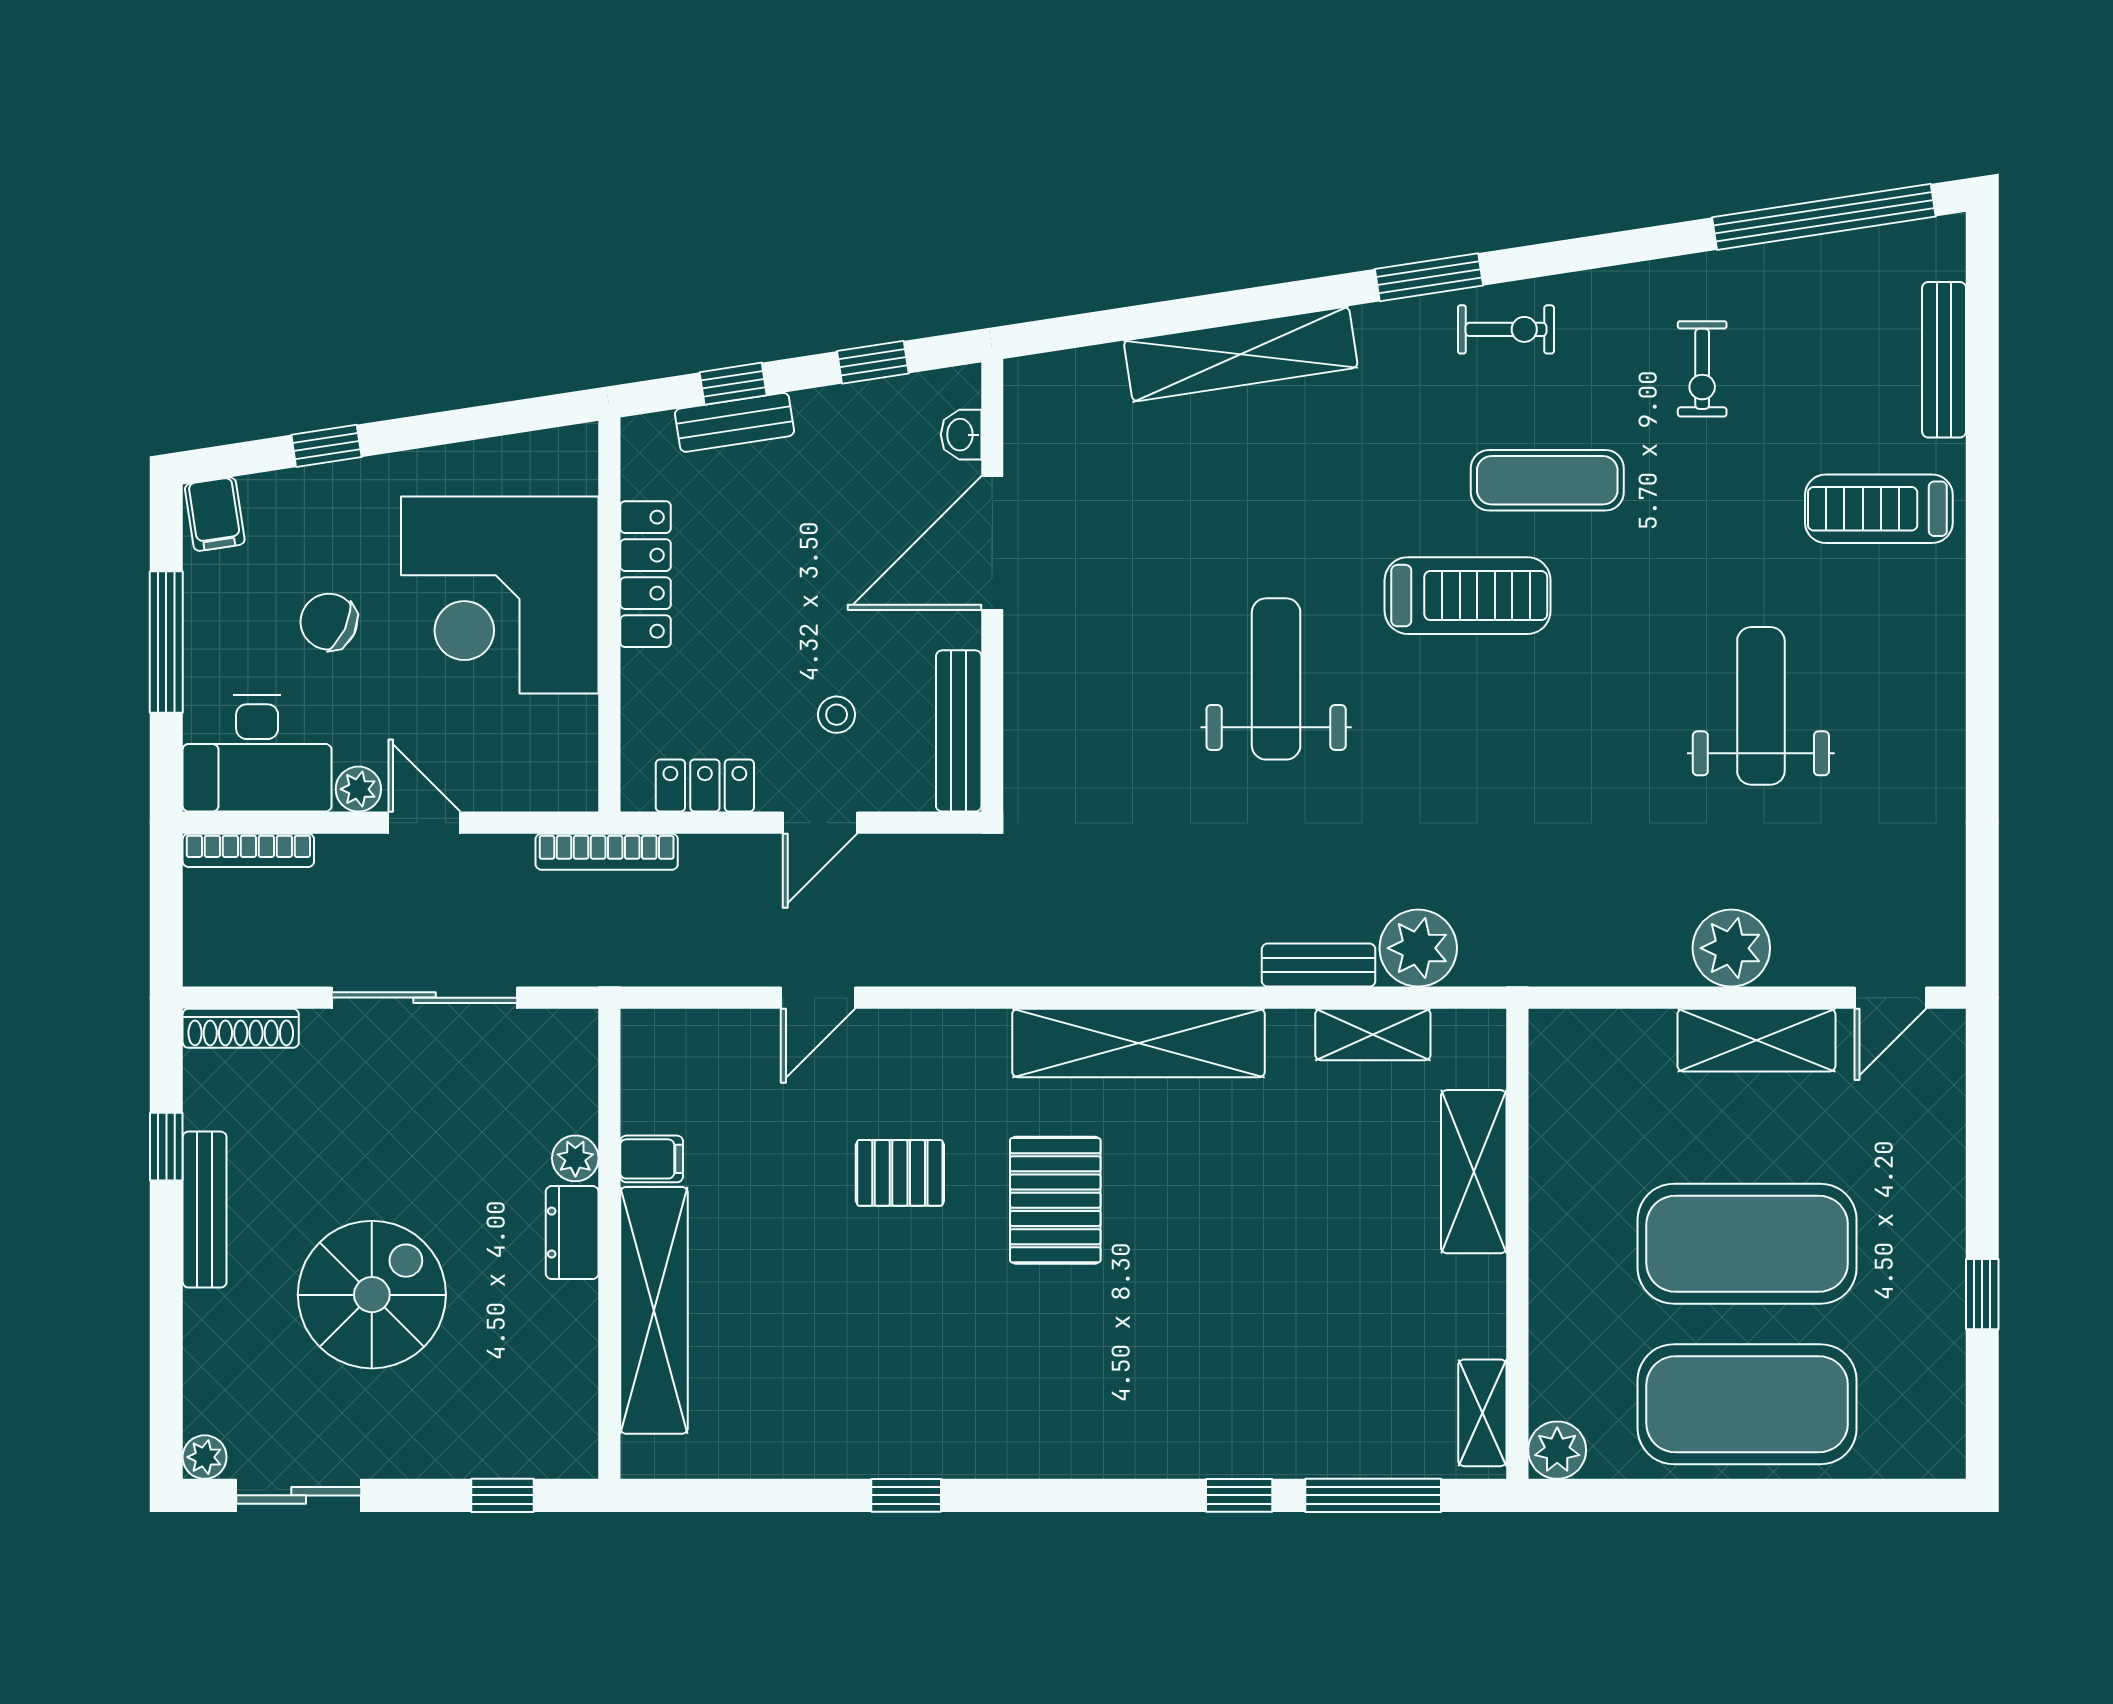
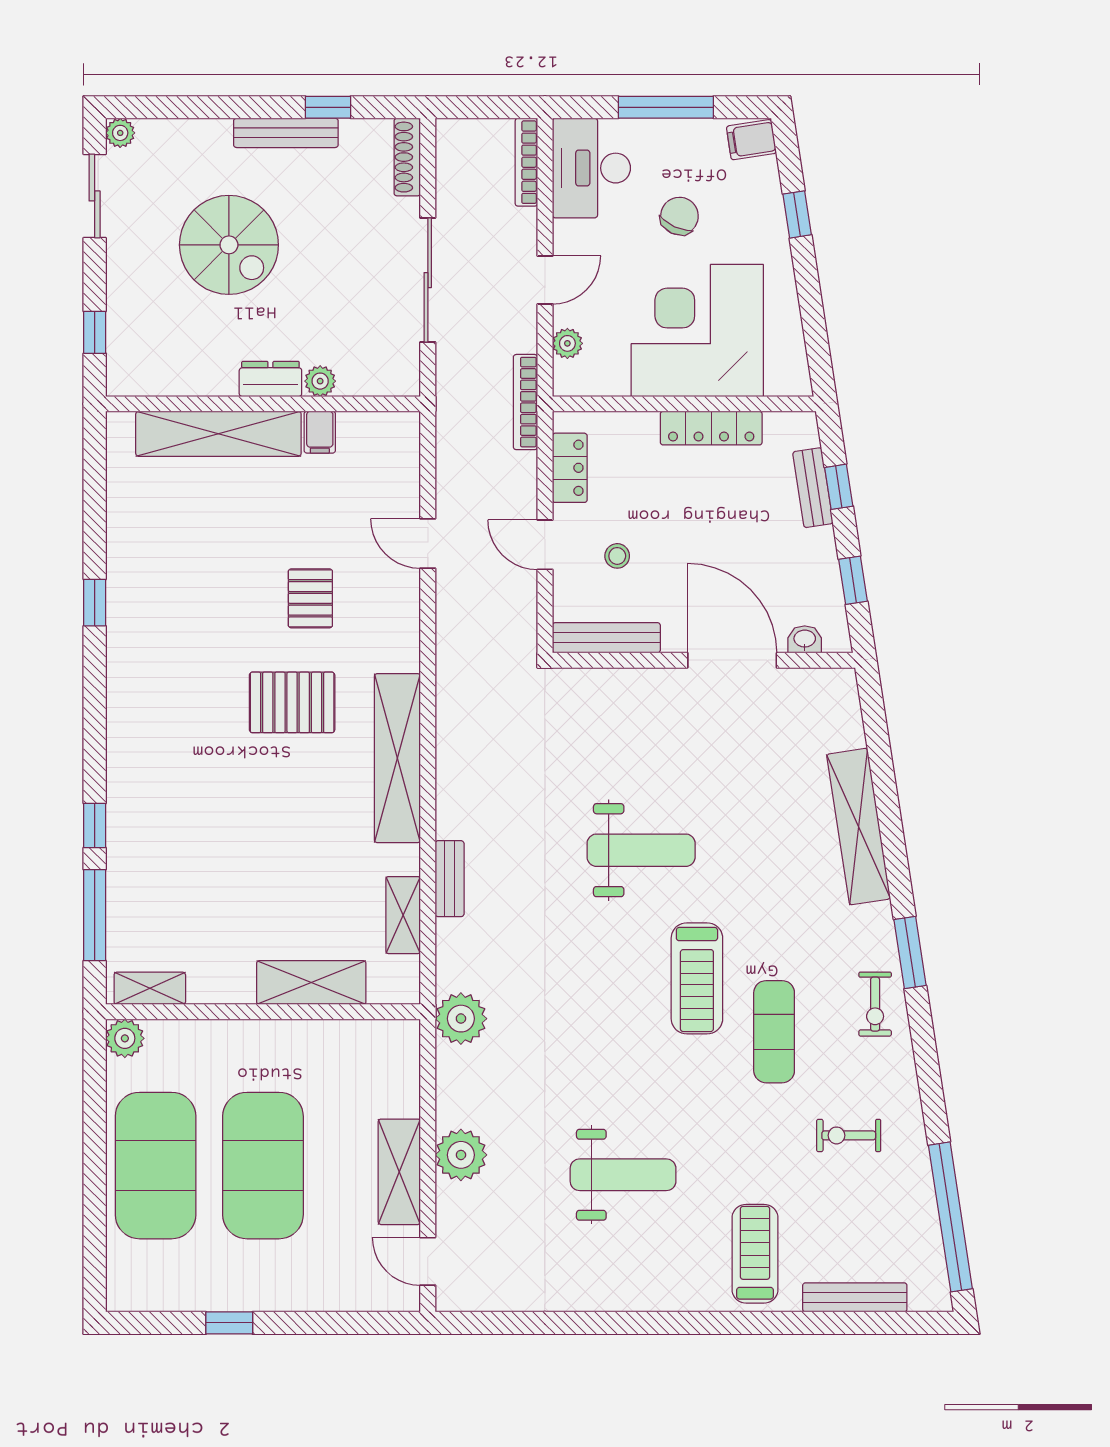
plant: (358, 789) -> (567, 343), moved
plant: (1418, 948) -> (461, 1019), moved

